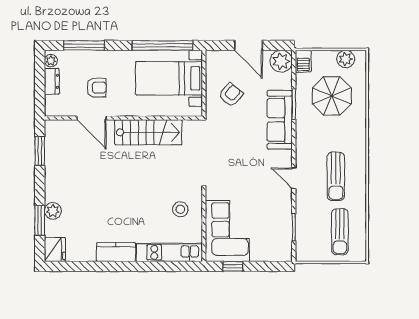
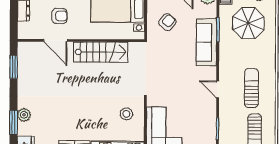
sun lounger: (336, 176) -> (251, 88), turned 180

